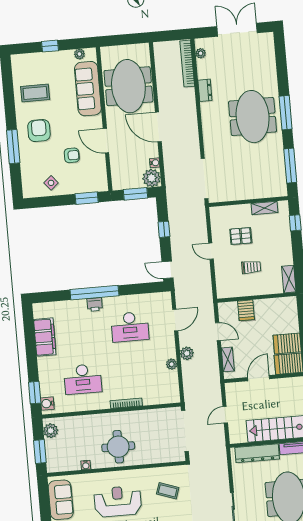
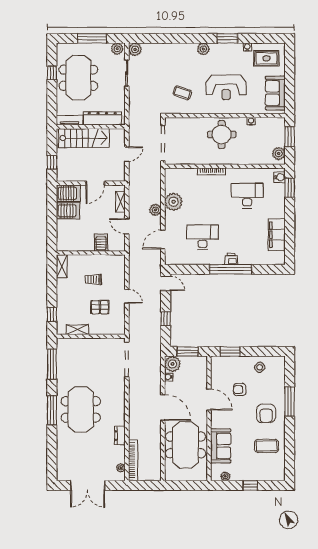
sofa: (88, 89) -> (221, 446), width x0.73
plant: (172, 364) -> (174, 202), width x1.88, depth x1.88

